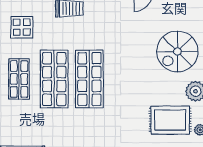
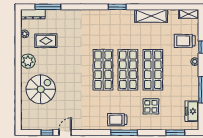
shop shelf: (19, 79) -> (153, 70), width x1.43, depth x1.36
rug: (170, 120) -> (46, 41), width x0.73, depth x0.70

